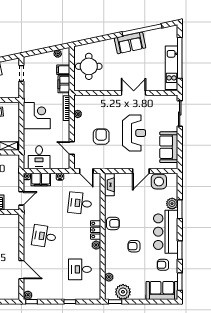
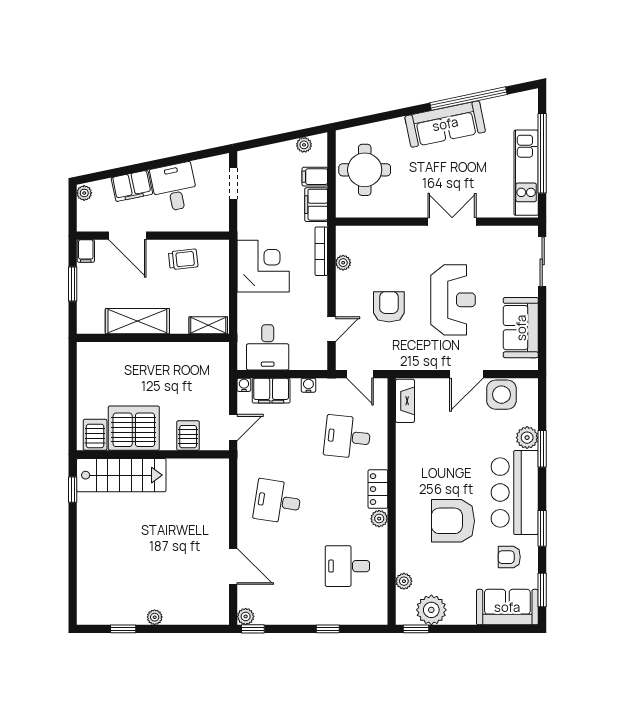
sofa: (130, 43) -> (445, 124), width x1.36
door: (72, 148) -> (332, 329), swing flipped
armchair: (113, 223) -> (412, 476), removed
armchair: (134, 246) -> (453, 521), width x1.88, depth x1.88

